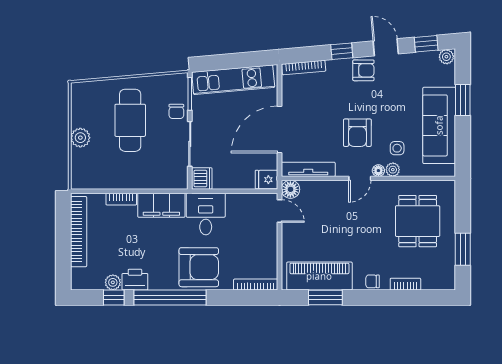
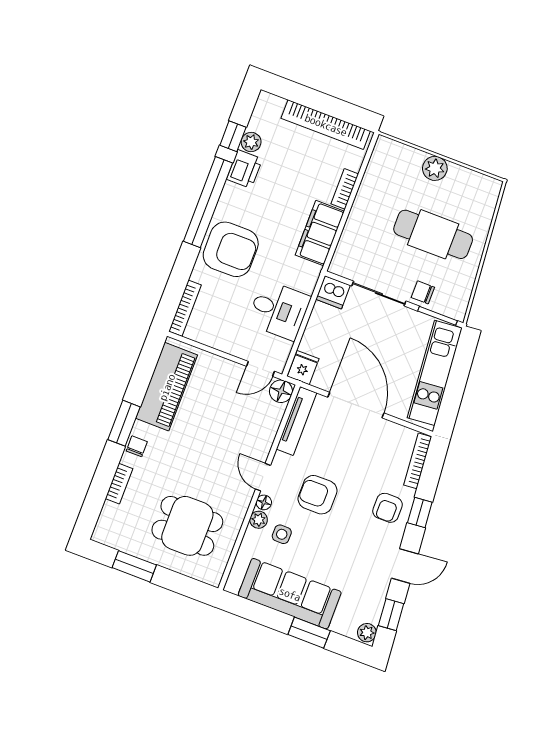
armchair: (363, 70) -> (388, 508), moved
desk: (206, 214) -> (279, 310), moved
armchair: (199, 267) -> (231, 249), turned -90
window: (325, 298) -> (124, 423), moved

